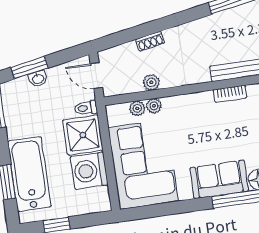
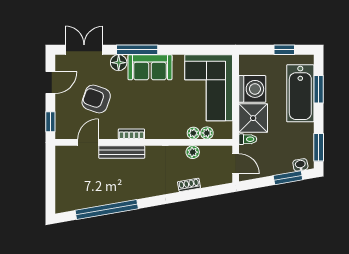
washbasin: (38, 79) -> (300, 165), moved

